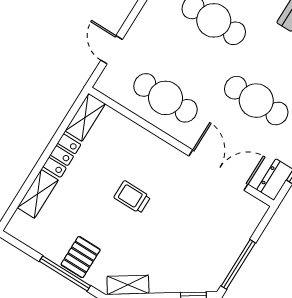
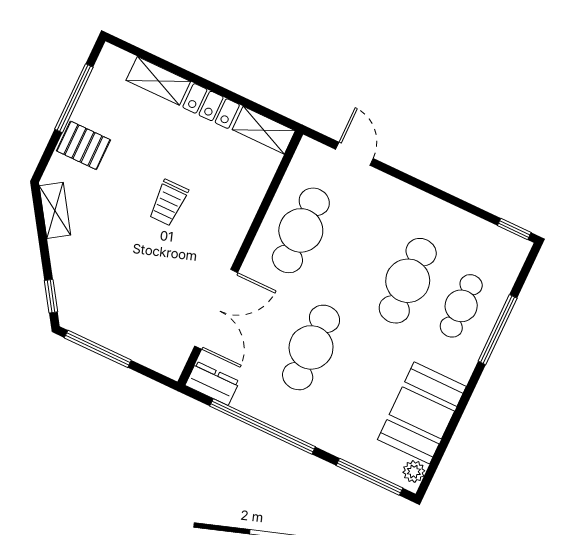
door: (112, 50) -> (354, 154), hinge flipped
trolley: (132, 197) -> (168, 203), turned 180
window: (65, 273) -> (74, 98), moved

